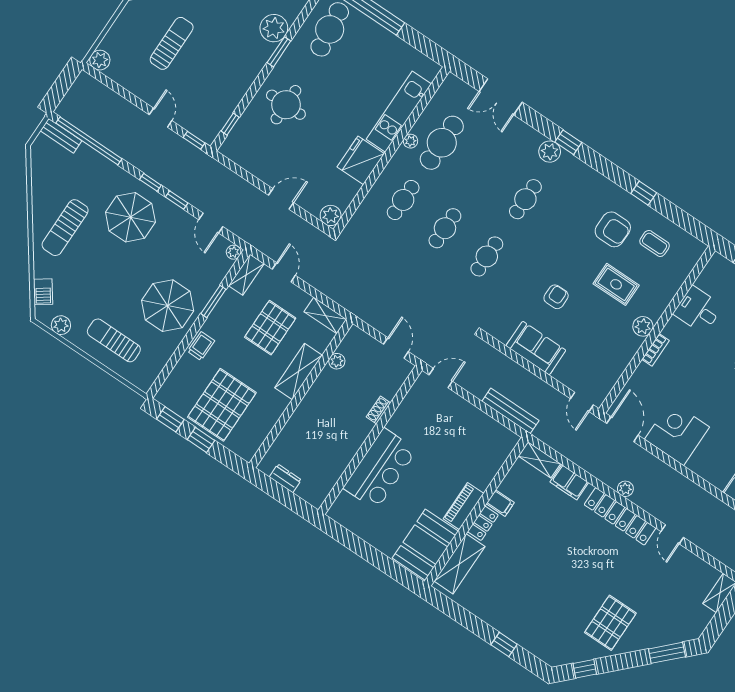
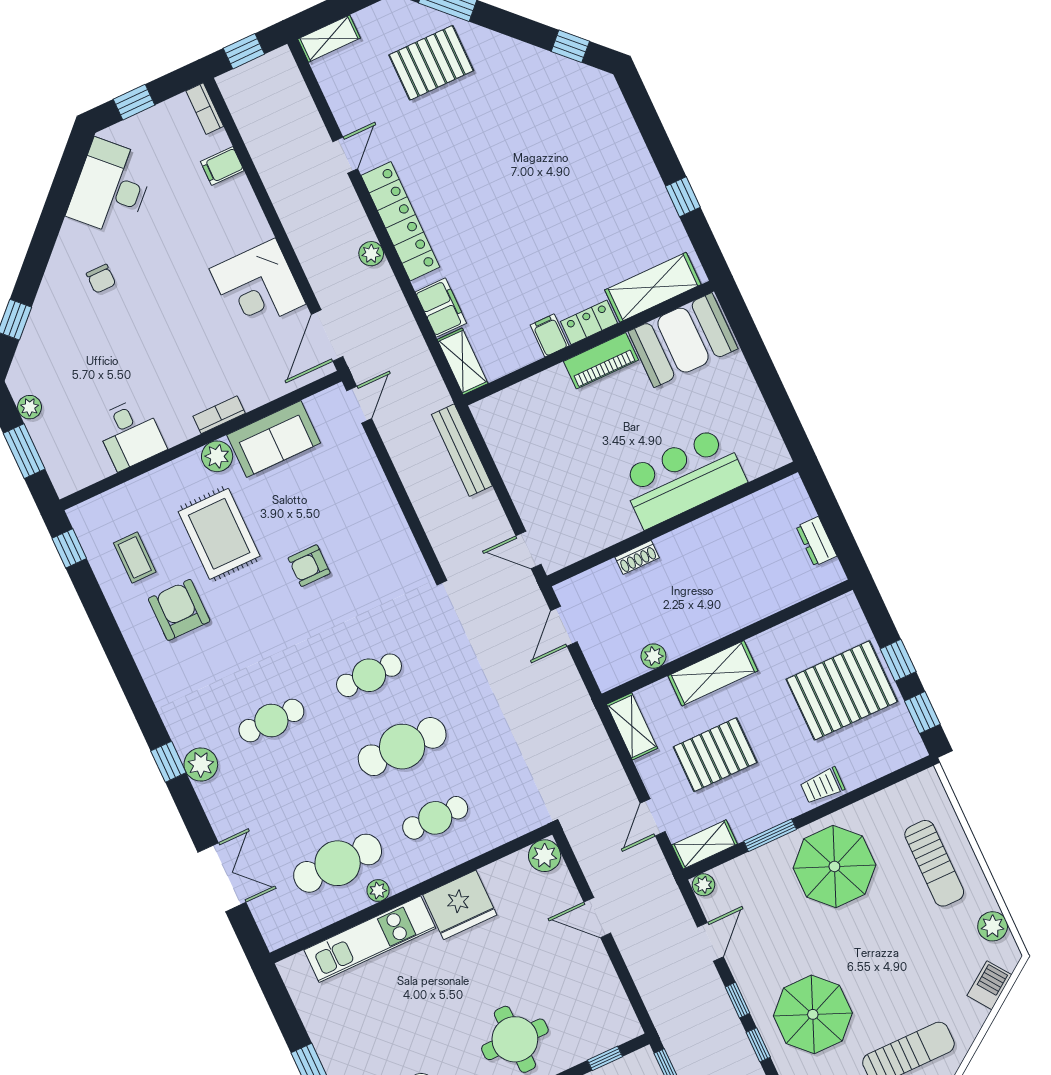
window: (644, 193) -> (69, 548), moved
cafe table: (445, 228) -> (402, 747), width x1.37, depth x1.35
rug: (616, 284) -> (219, 534), width x1.36, depth x1.43
sofa: (536, 348) -> (274, 439), moved, turned -90
pallet: (610, 623) -> (431, 63), moved
window: (504, 644) -> (683, 197), moved

